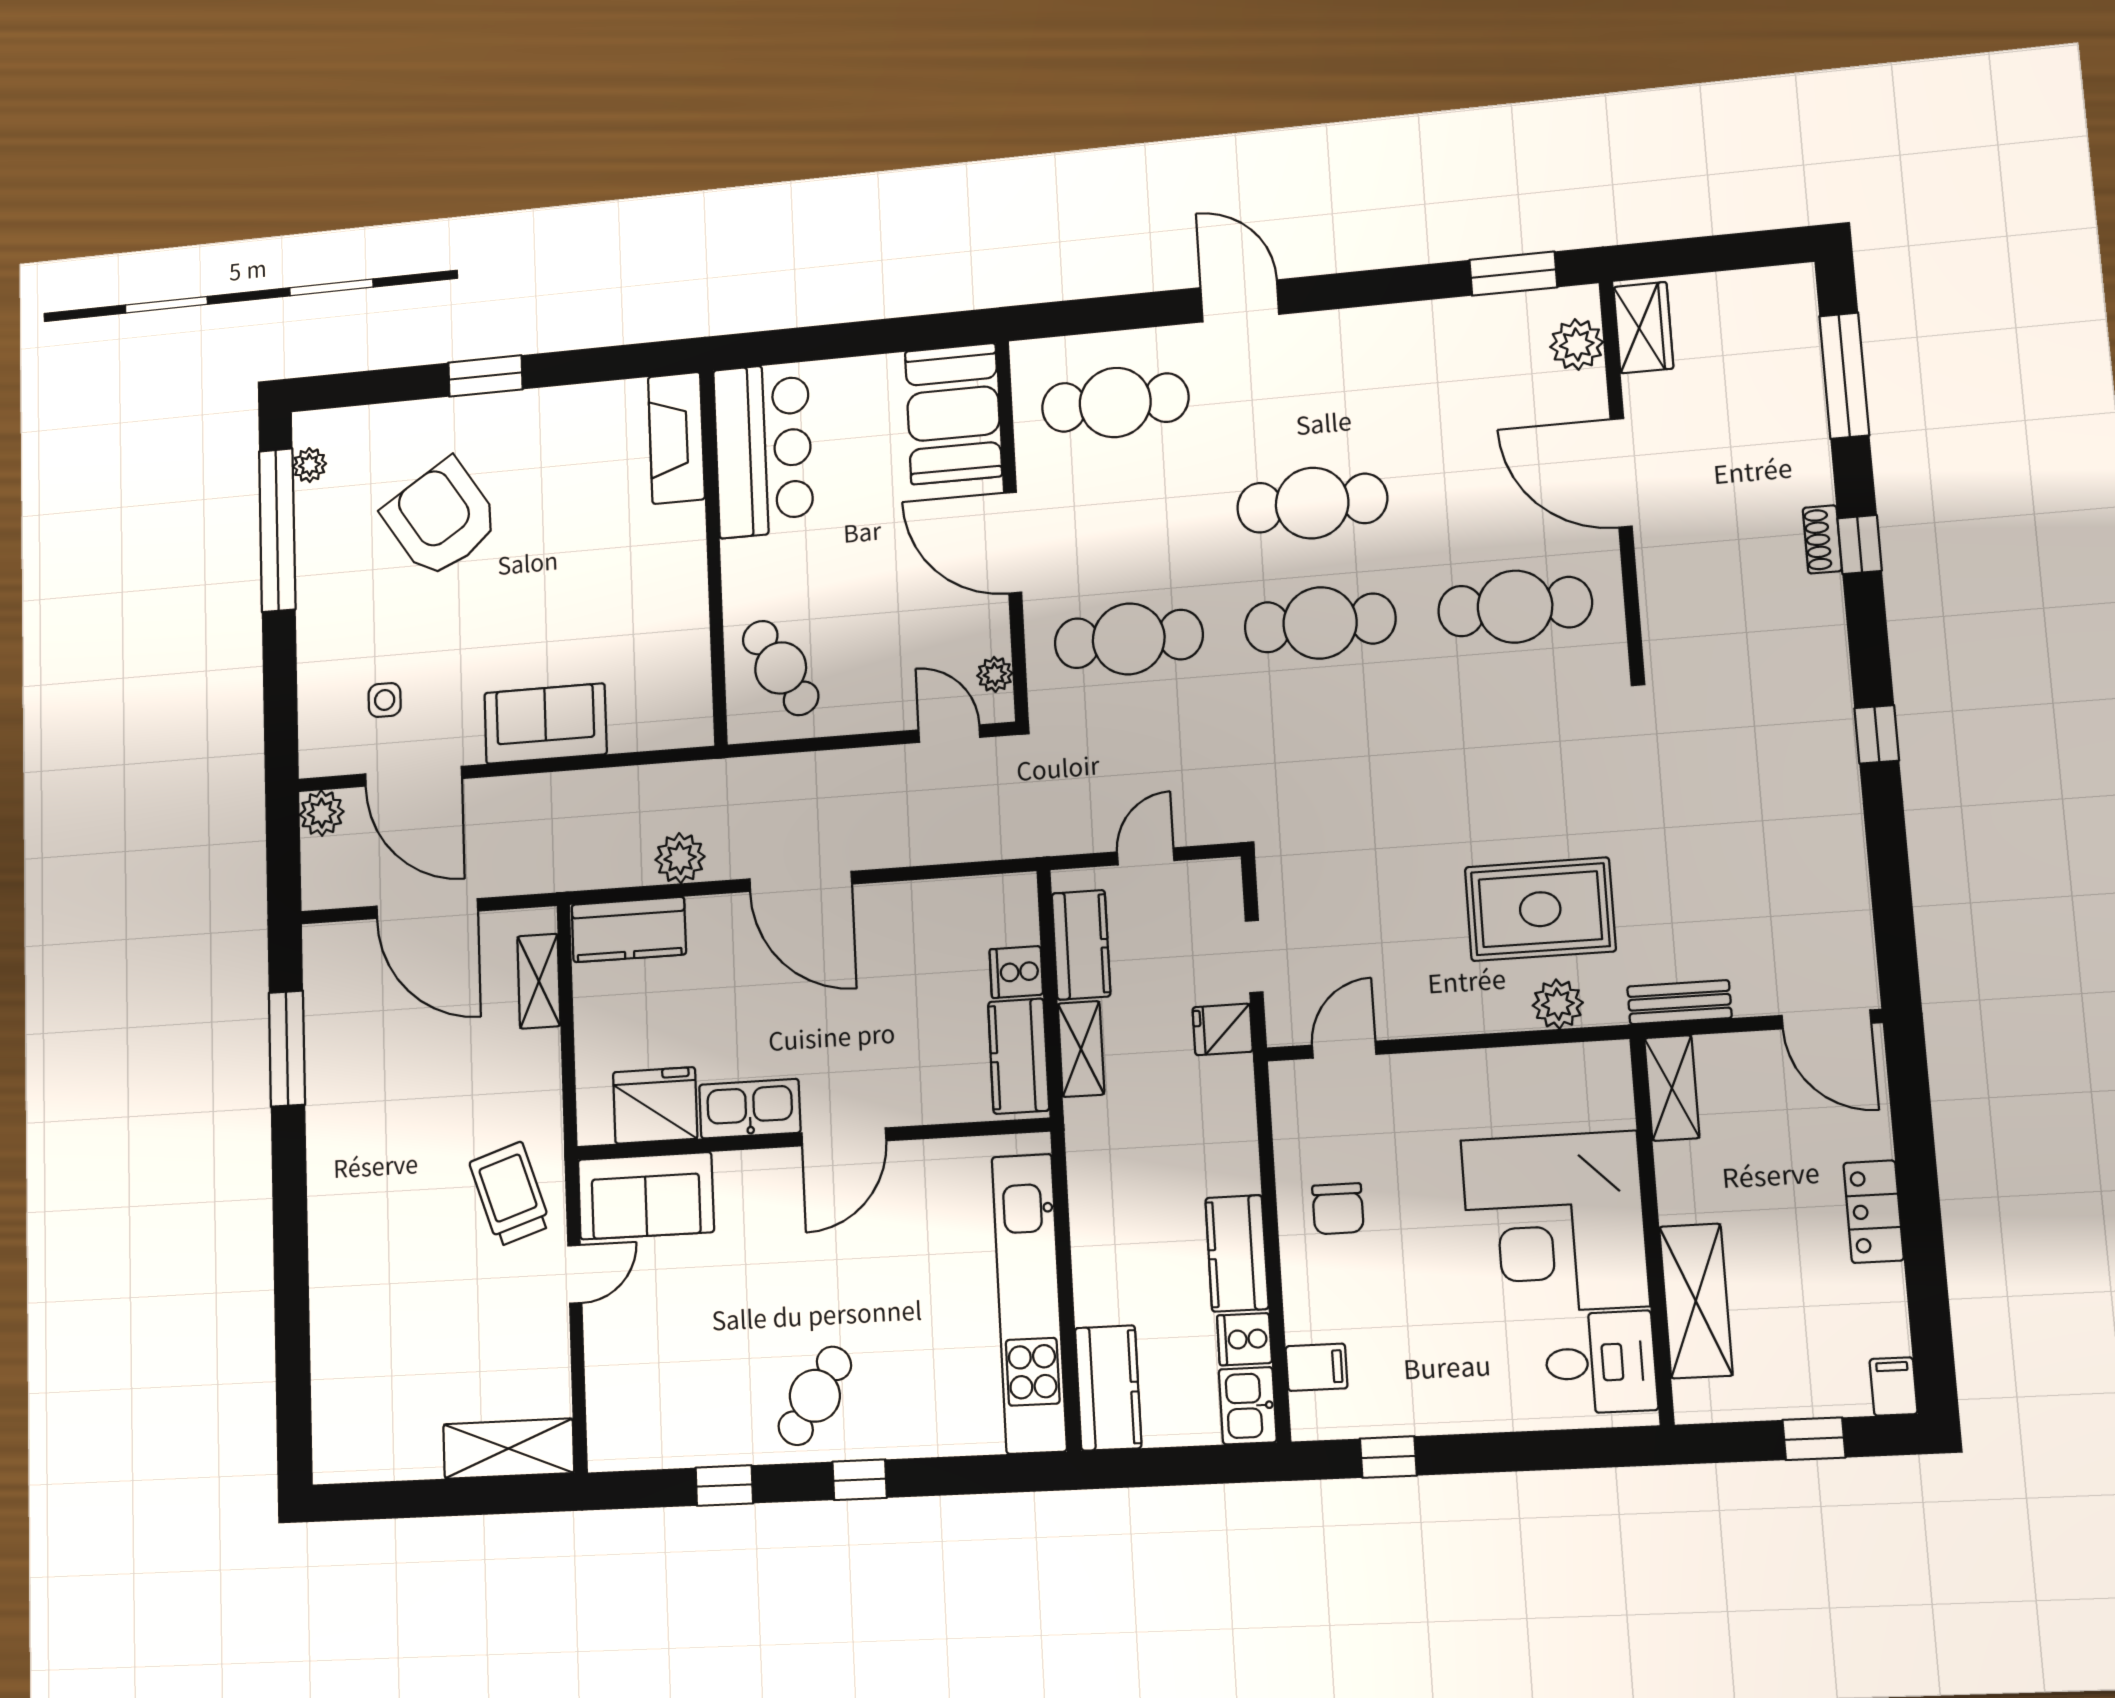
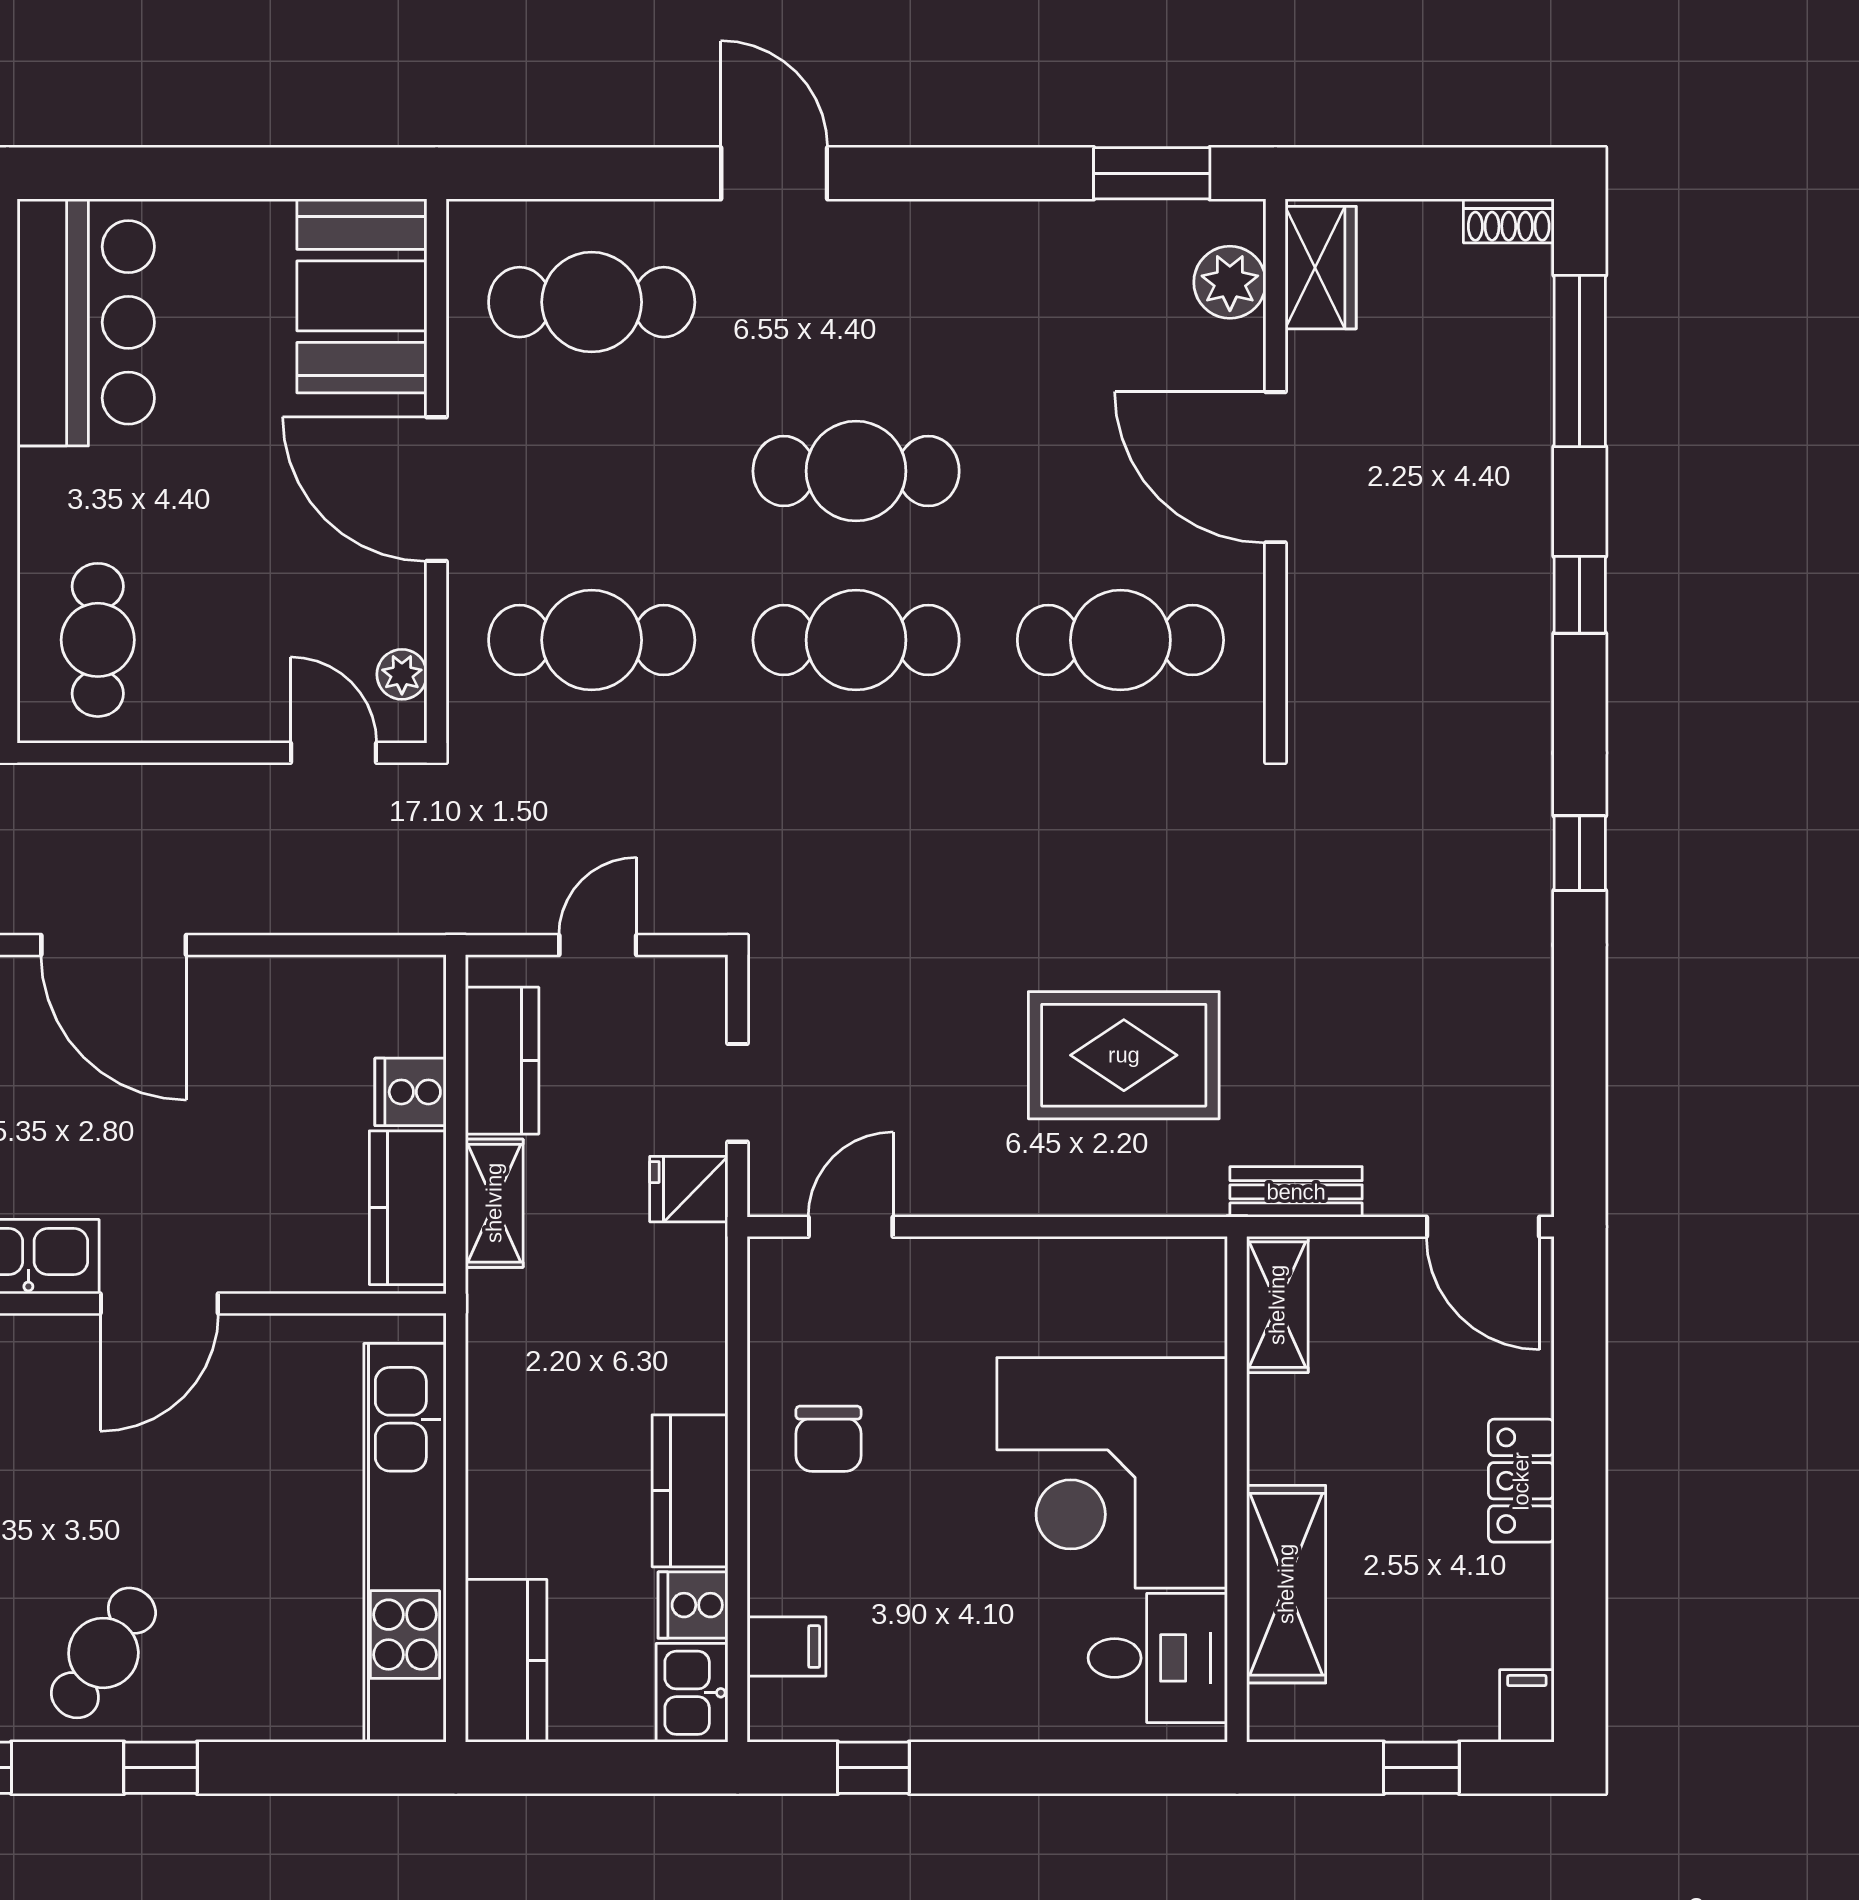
shoe rack: (1822, 539) -> (1509, 221), moved, turned -90
cafe table: (781, 668) -> (98, 640), turned 31
plant: (1558, 1004) -> (1137, 1184), removed

